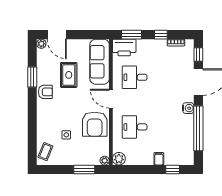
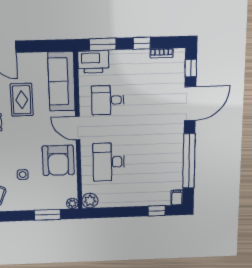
water cooler: (188, 108) -> (177, 137), removed
desk: (135, 127) -> (109, 162), width x1.37
filing cabinet: (159, 159) -> (177, 198), moved

